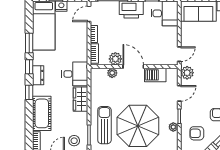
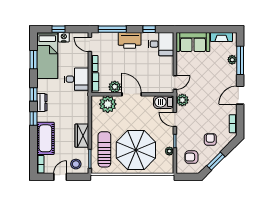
door: (89, 14) -> (90, 44), hinge flipped
window: (29, 43) -> (33, 60), moved
plant: (112, 73) -> (108, 104), width x1.88, depth x1.88
desk: (75, 74) -> (77, 79), moved
barbecue: (155, 75) -> (164, 102), moved
door: (179, 93) -> (175, 119), swing flipped
wardrobe: (81, 99) -> (82, 136), moved

